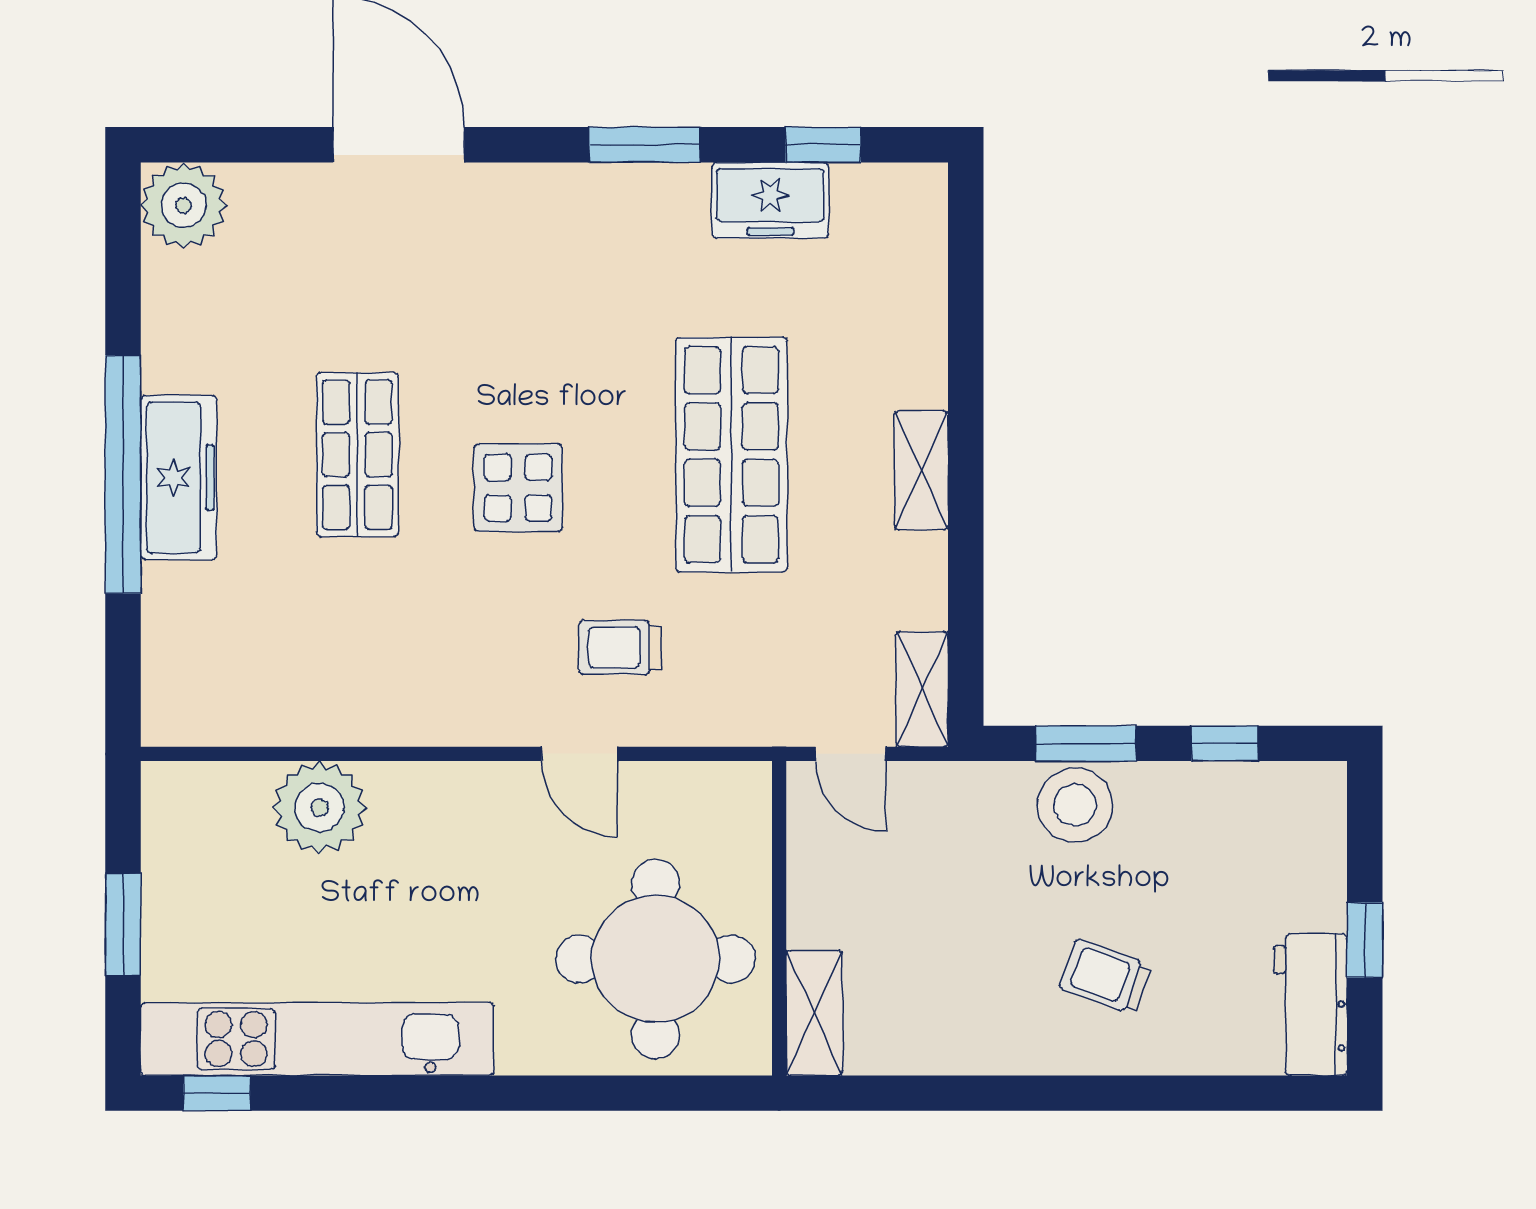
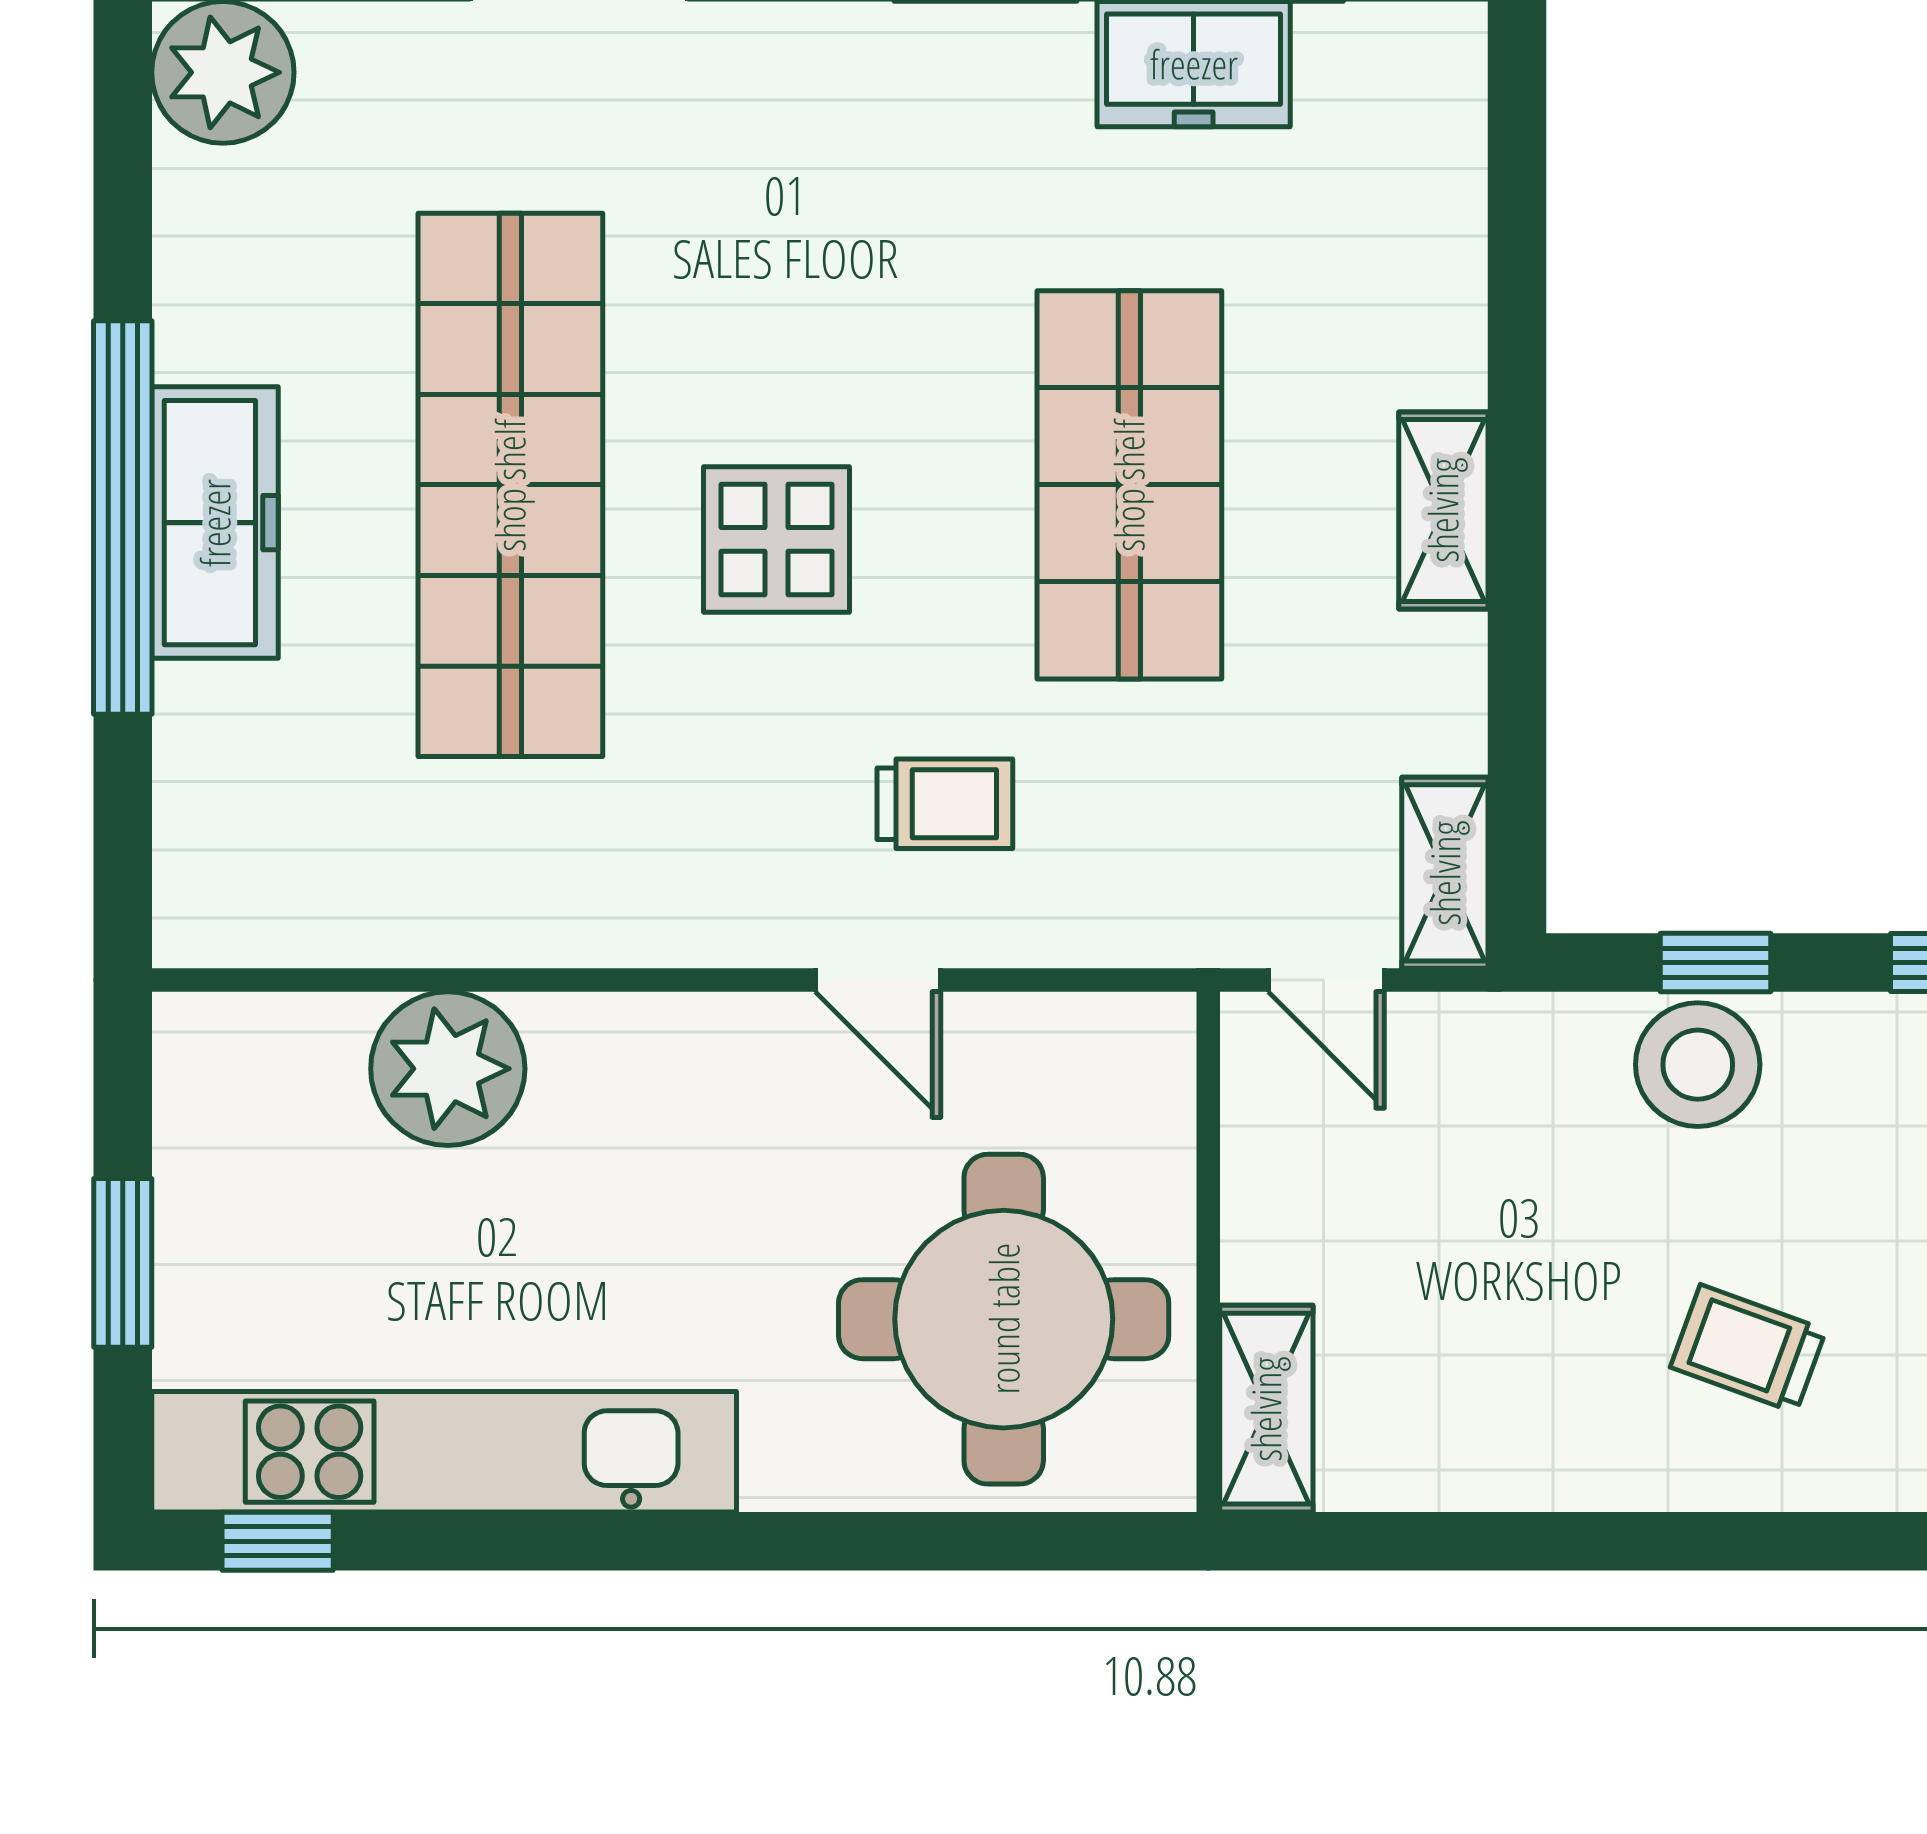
shop shelf: (357, 455) -> (510, 485), width x2.00, depth x1.36
trolley: (620, 647) -> (945, 804), turned 180
window: (1086, 743) -> (1716, 963), width x0.67

